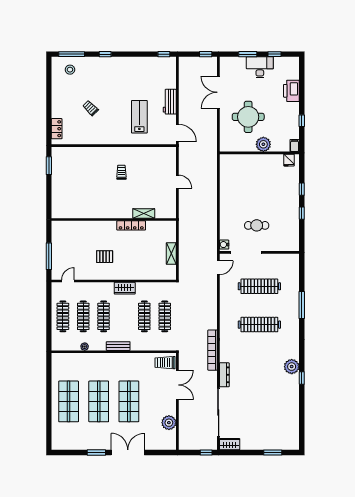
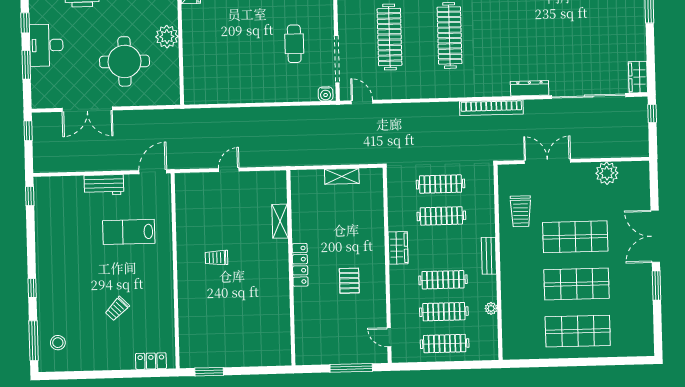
locker: (131, 225) -> (300, 265), moved
trolley: (165, 363) -> (521, 211), moved

